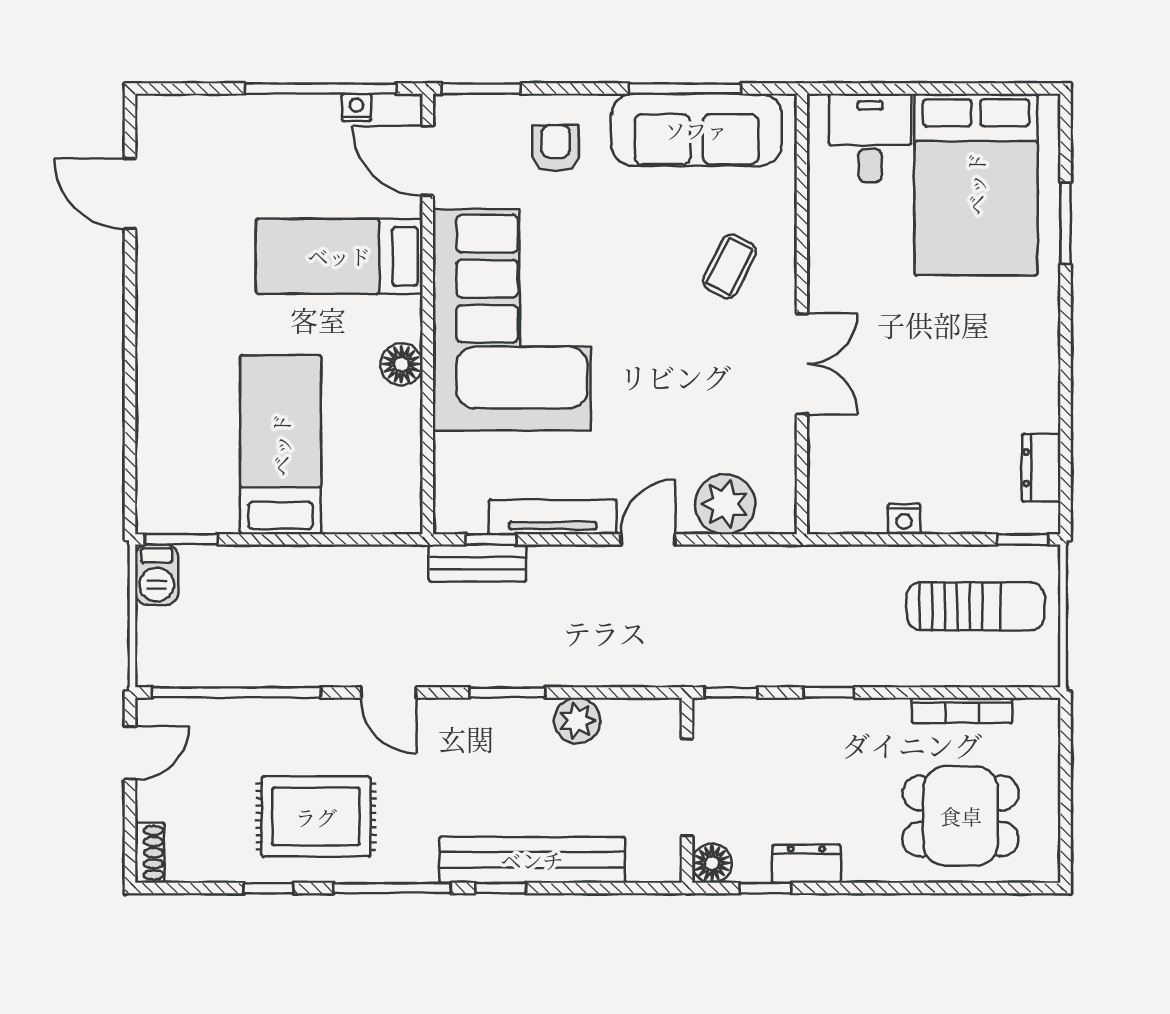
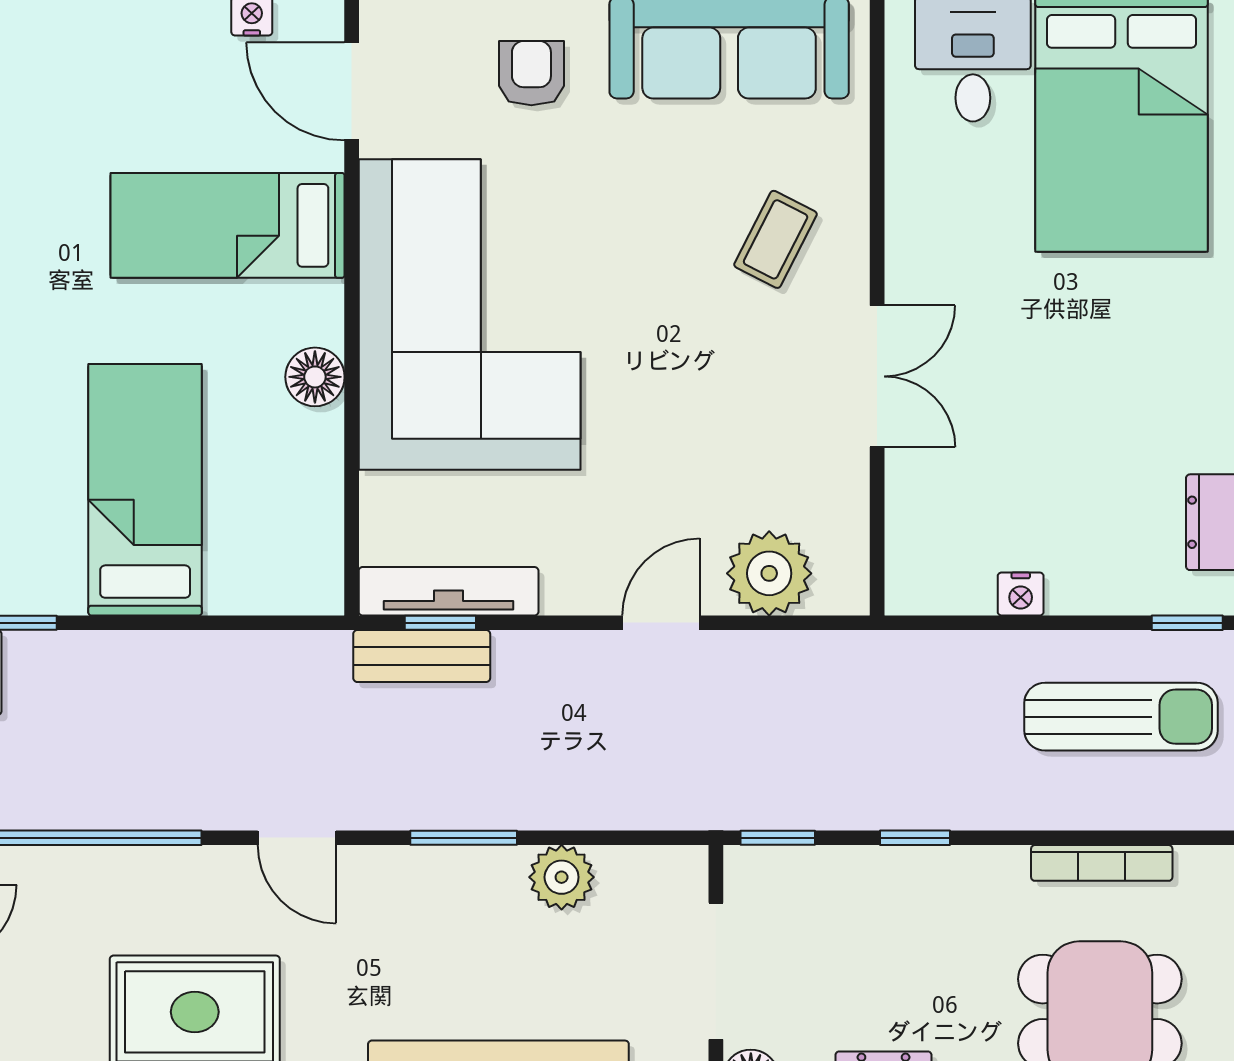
tv unit: (553, 517) -> (449, 591), moved

